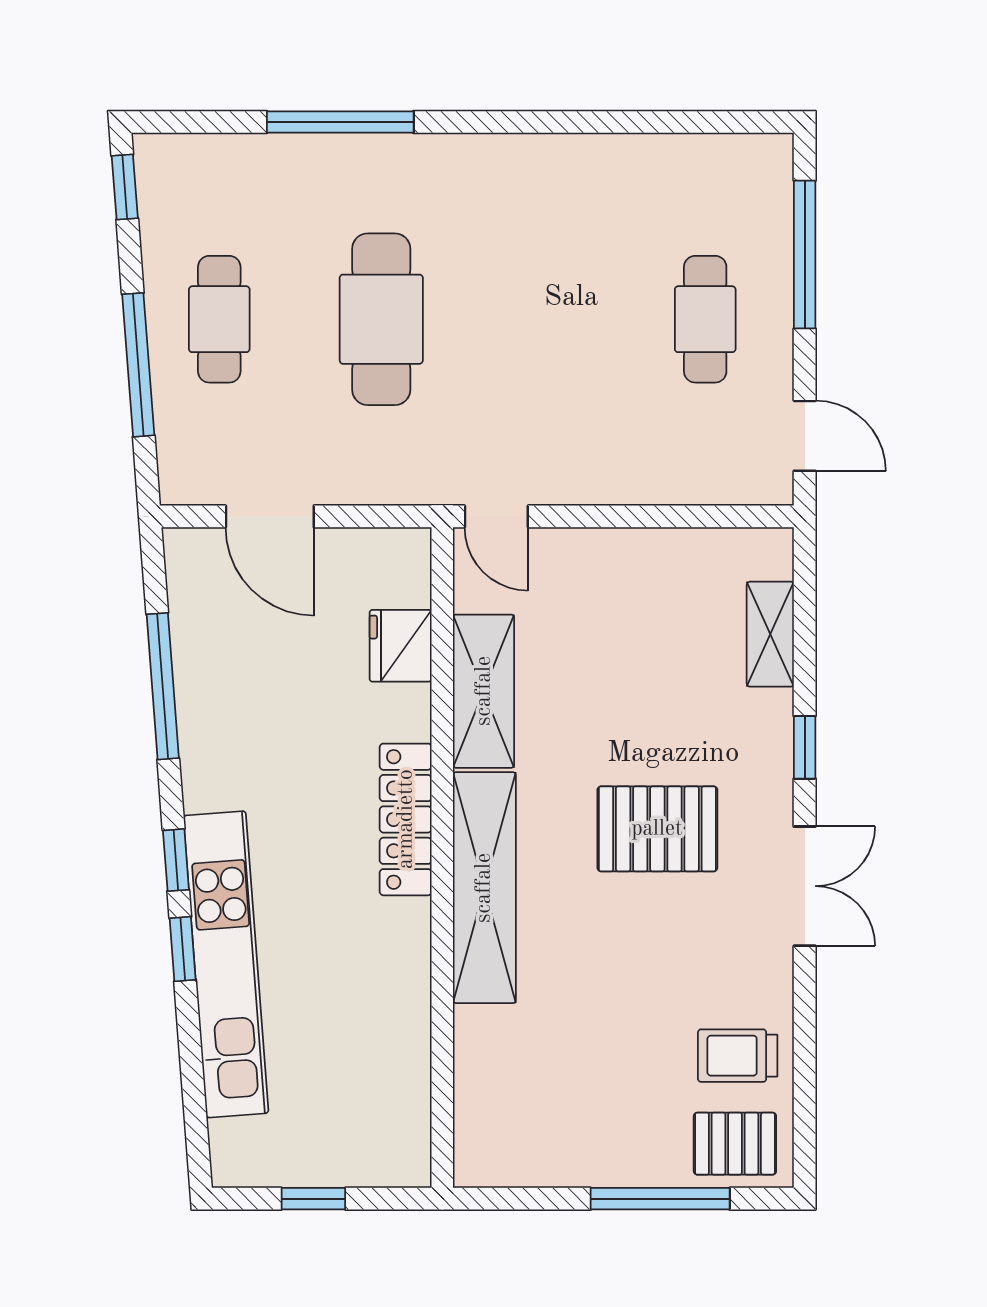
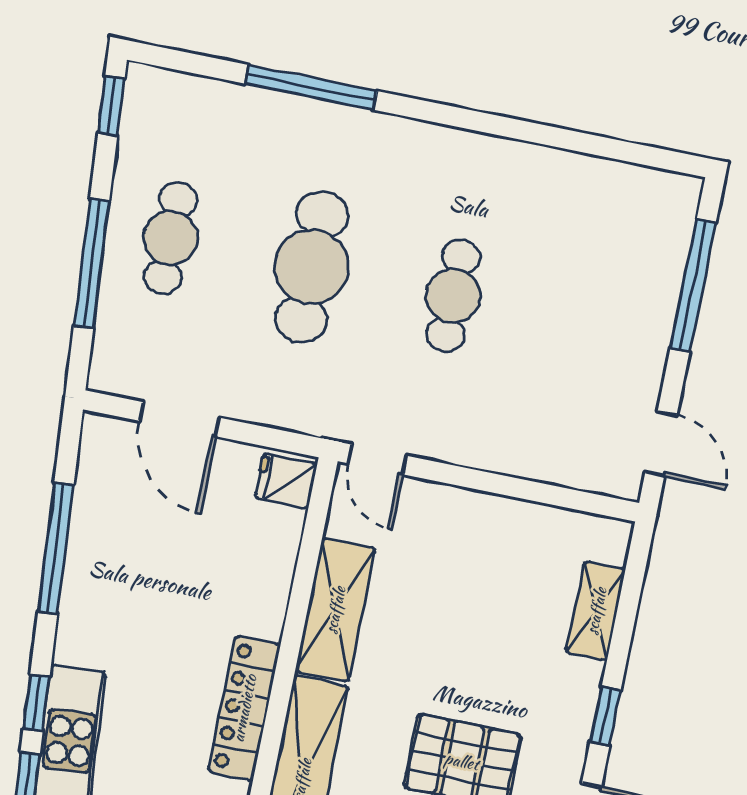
cafe table: (705, 319) -> (453, 296), moved
fridge: (401, 646) -> (286, 481), moved, width x0.72

